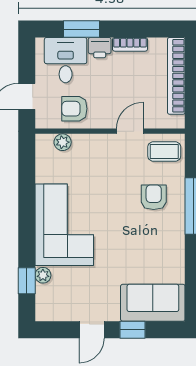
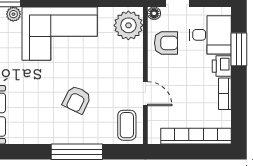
armchair: (74, 109) -> (166, 43), turned 90
floor lamp: (42, 122) -> (154, 13), added
plant: (63, 142) -> (128, 25), width x1.88, depth x1.88
armchair: (154, 197) -> (77, 100), moved, turned 116

